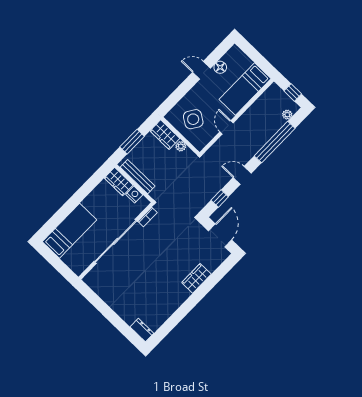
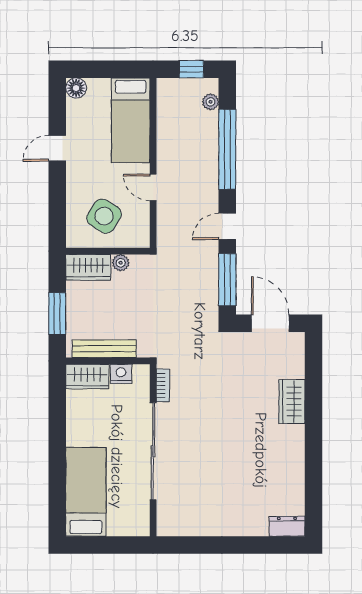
floor lamp: (220, 67) -> (76, 88), moved
window: (220, 199) -> (227, 280), width x2.17

